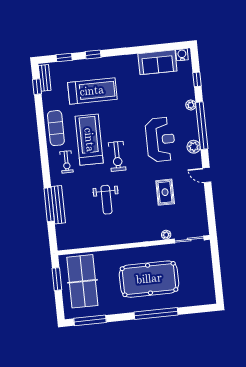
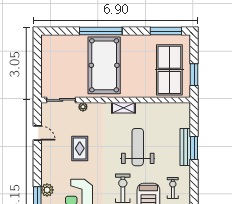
door: (207, 175) -> (37, 133), moved
weight bench: (106, 200) -> (138, 147), width x1.36, depth x1.33
window: (49, 205) -> (194, 148), width x0.69
shelving: (125, 238) -> (123, 108), added
pool table: (149, 279) -> (104, 65), turned 90

